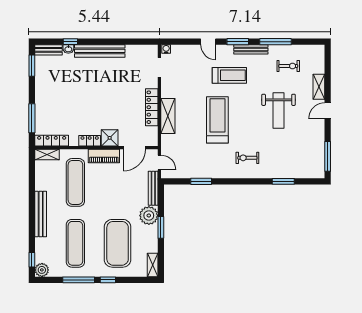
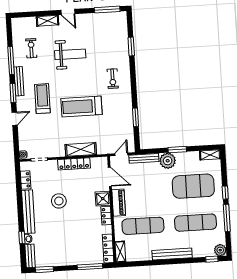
locker: (137, 50) -> (26, 180), added
stool: (110, 87) -> (59, 201), added

